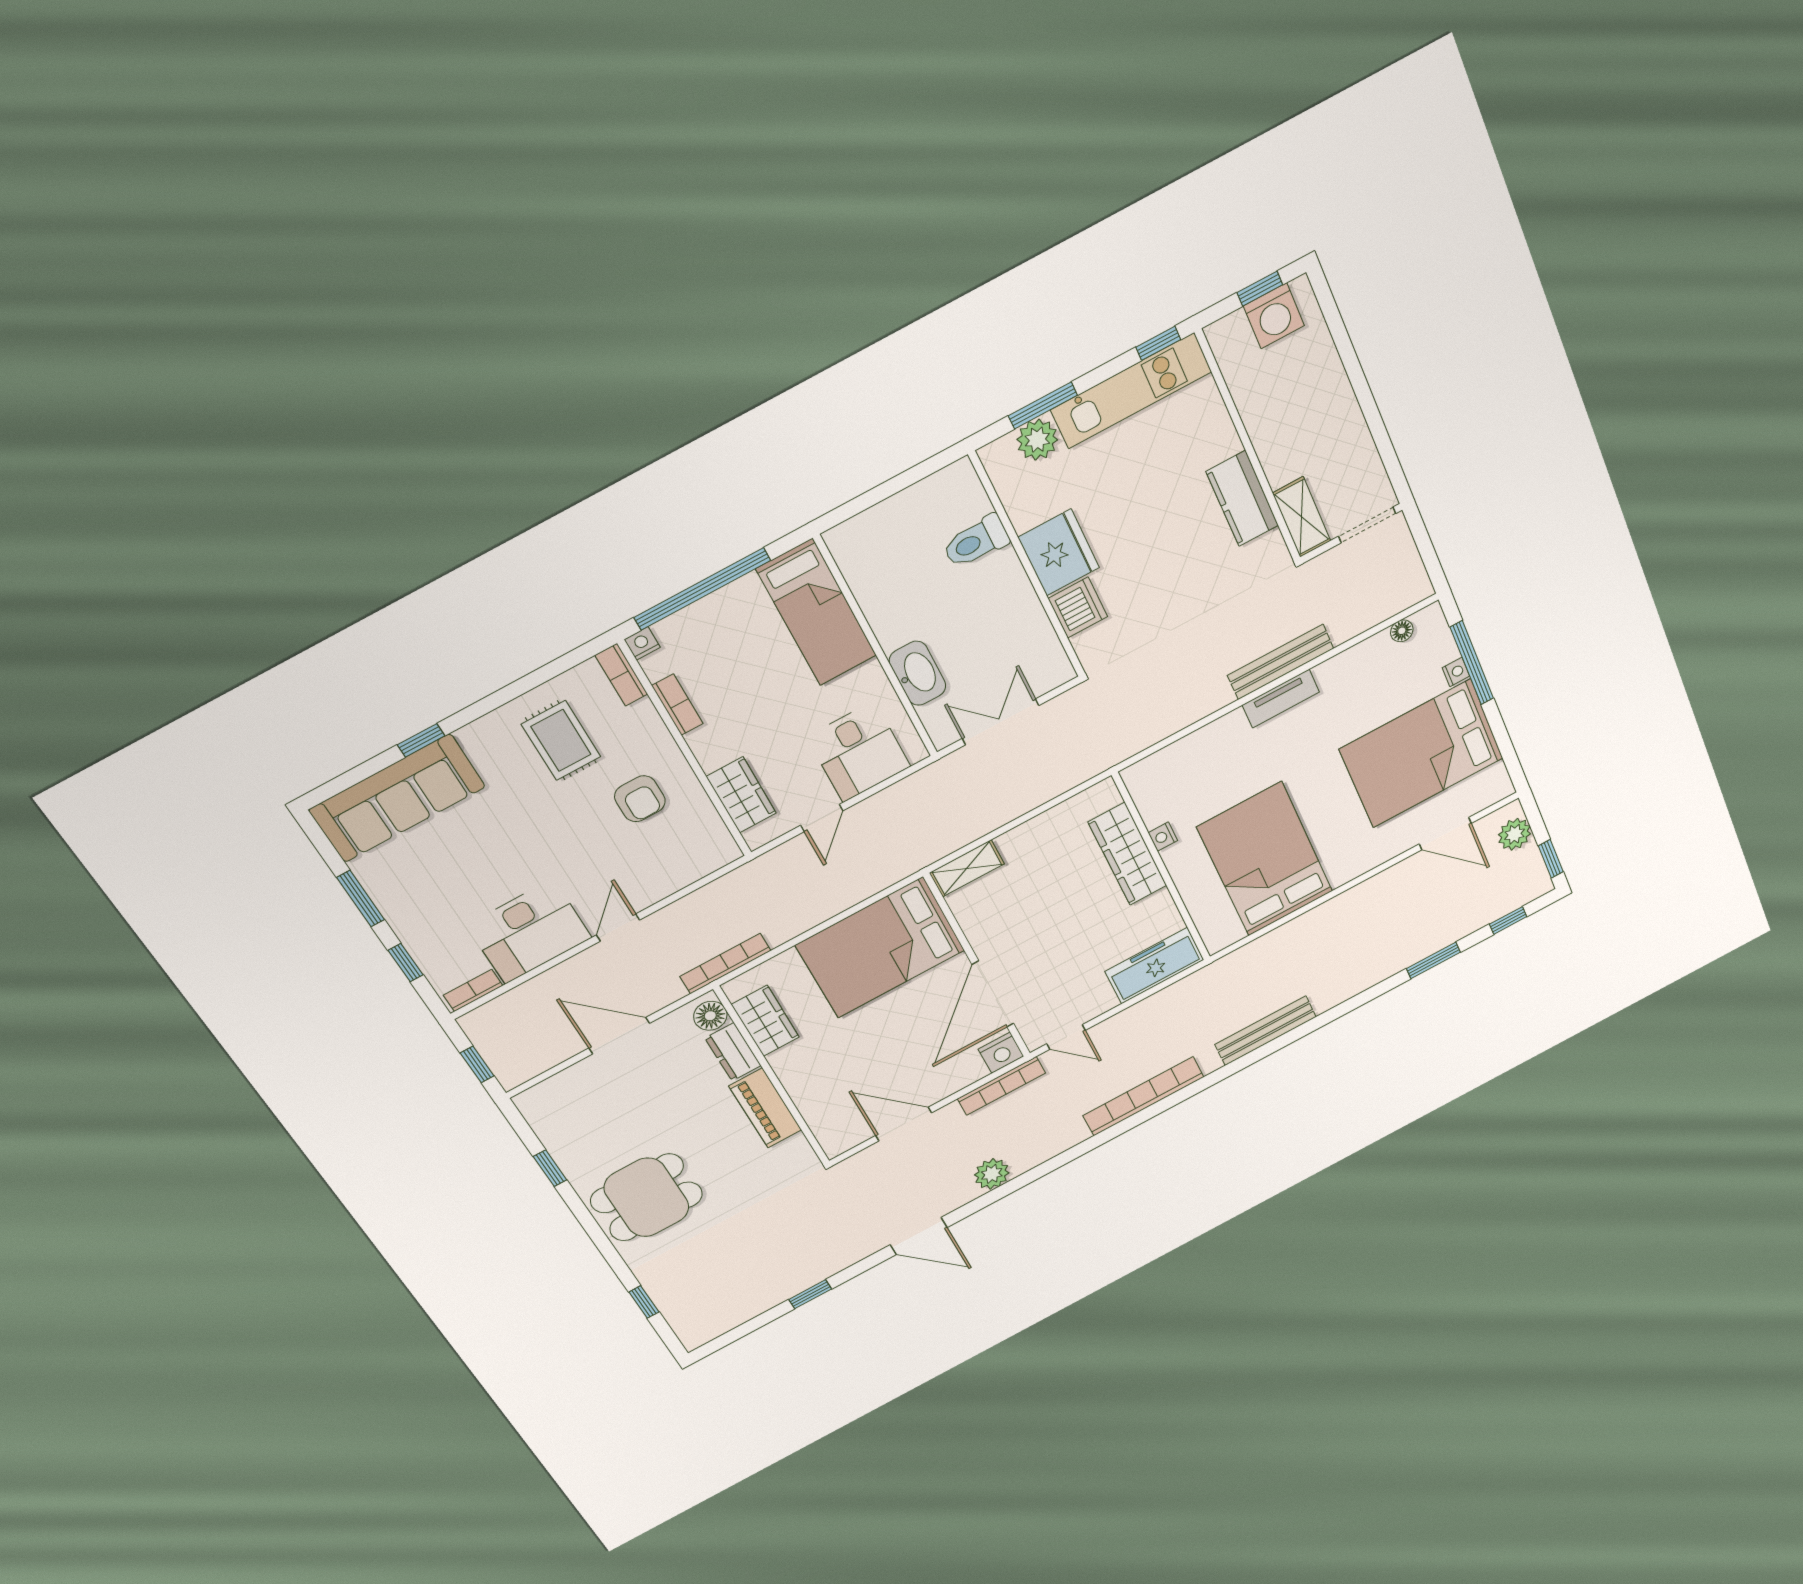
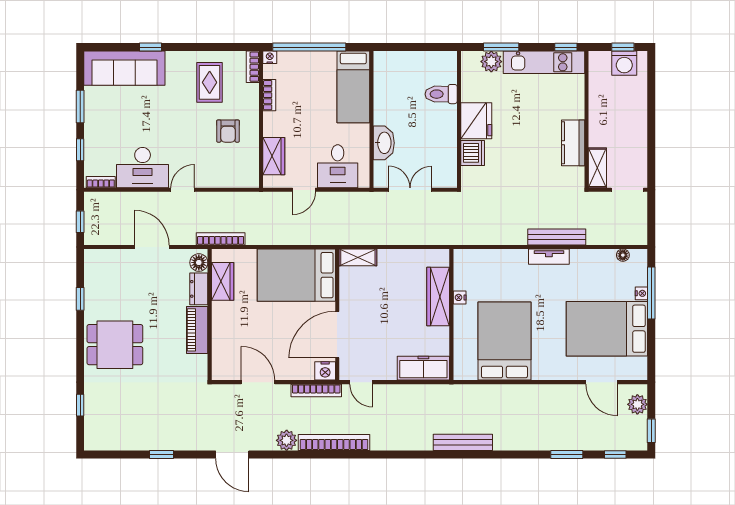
bookcase: (1143, 1096) -> (334, 443), moved

